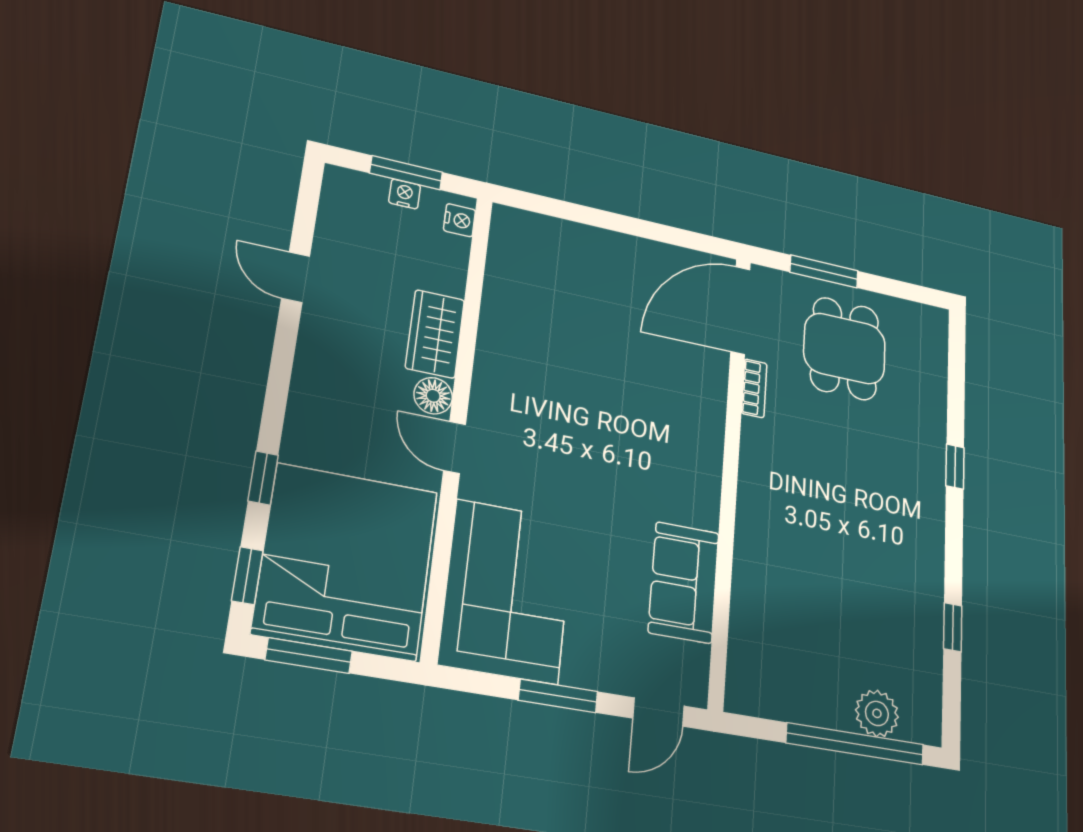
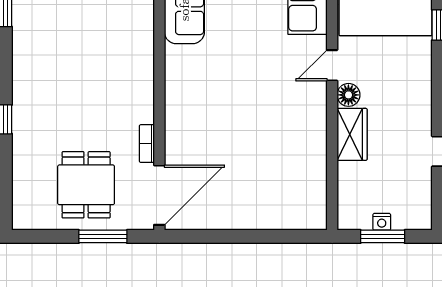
nightstand: (460, 220) -> (346, 213), removed
door: (455, 447) -> (332, 65), swing flipped

